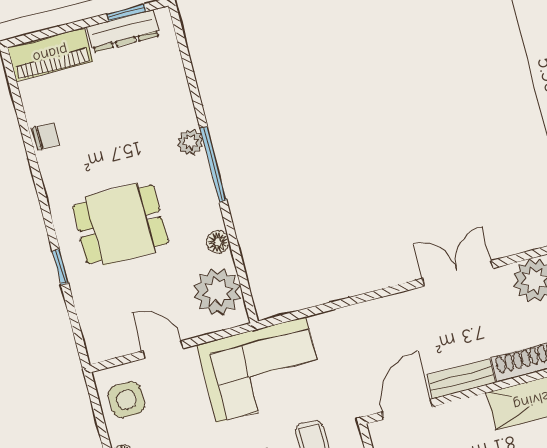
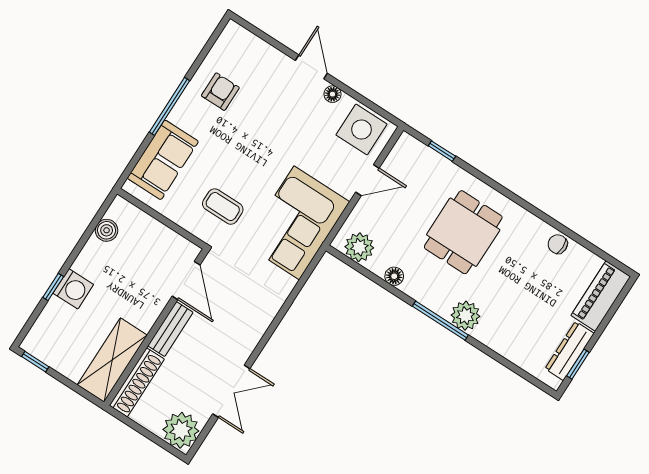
chair: (46, 136) -> (558, 244), turned 90
plant: (190, 142) -> (466, 316), width x1.38, depth x1.38
window: (60, 267) -> (442, 151), moved
plant: (217, 292) -> (359, 247), width x0.73, depth x0.73
side table: (127, 400) -> (361, 129), width x1.37, depth x1.37

